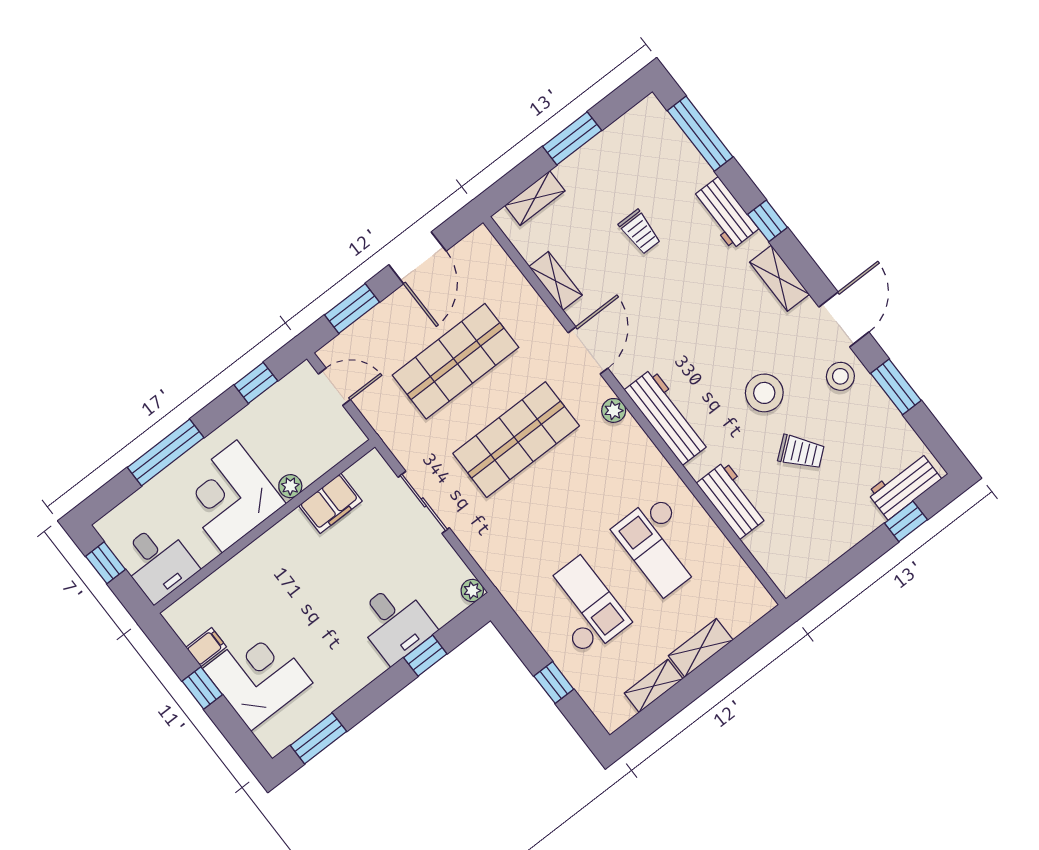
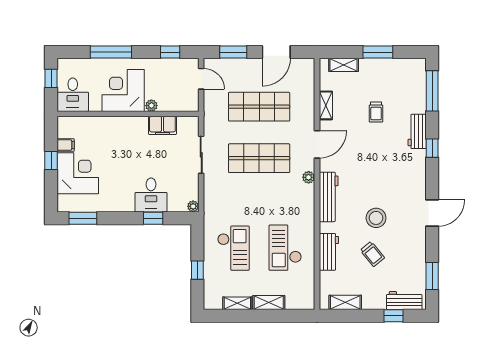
shelving: (779, 278) -> (345, 302), moved, turned 90
stool: (840, 376) -> (413, 235), removed
window: (896, 387) -> (432, 276), moved

